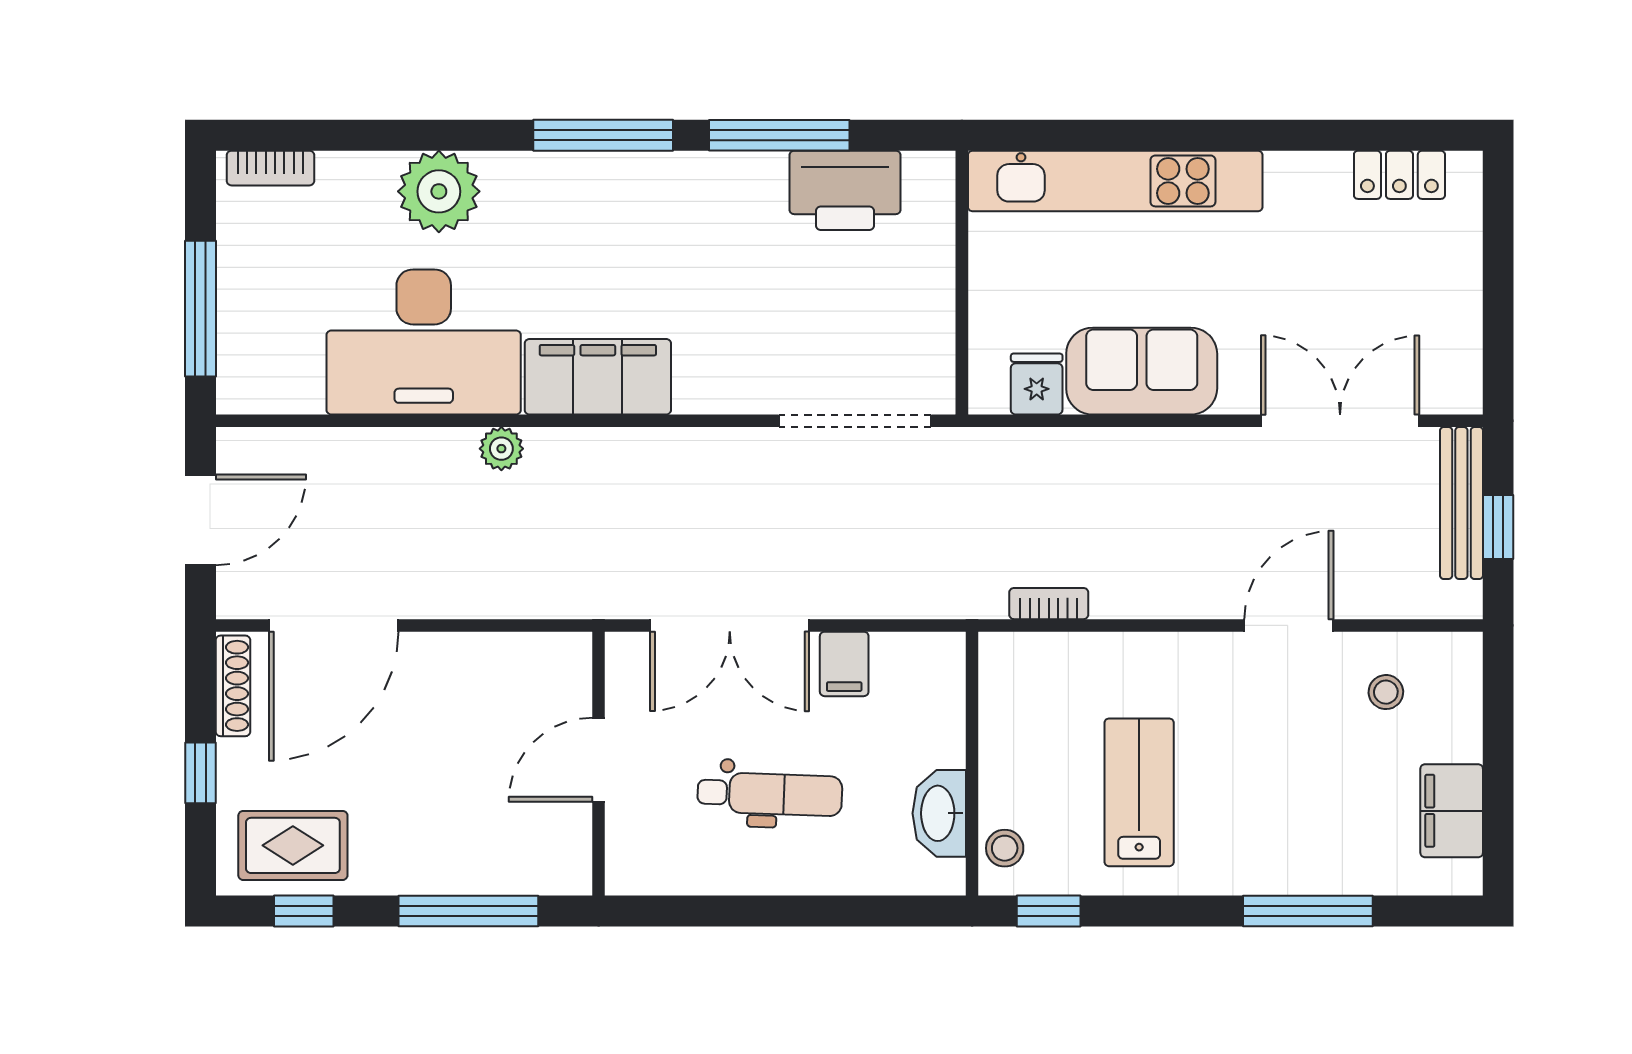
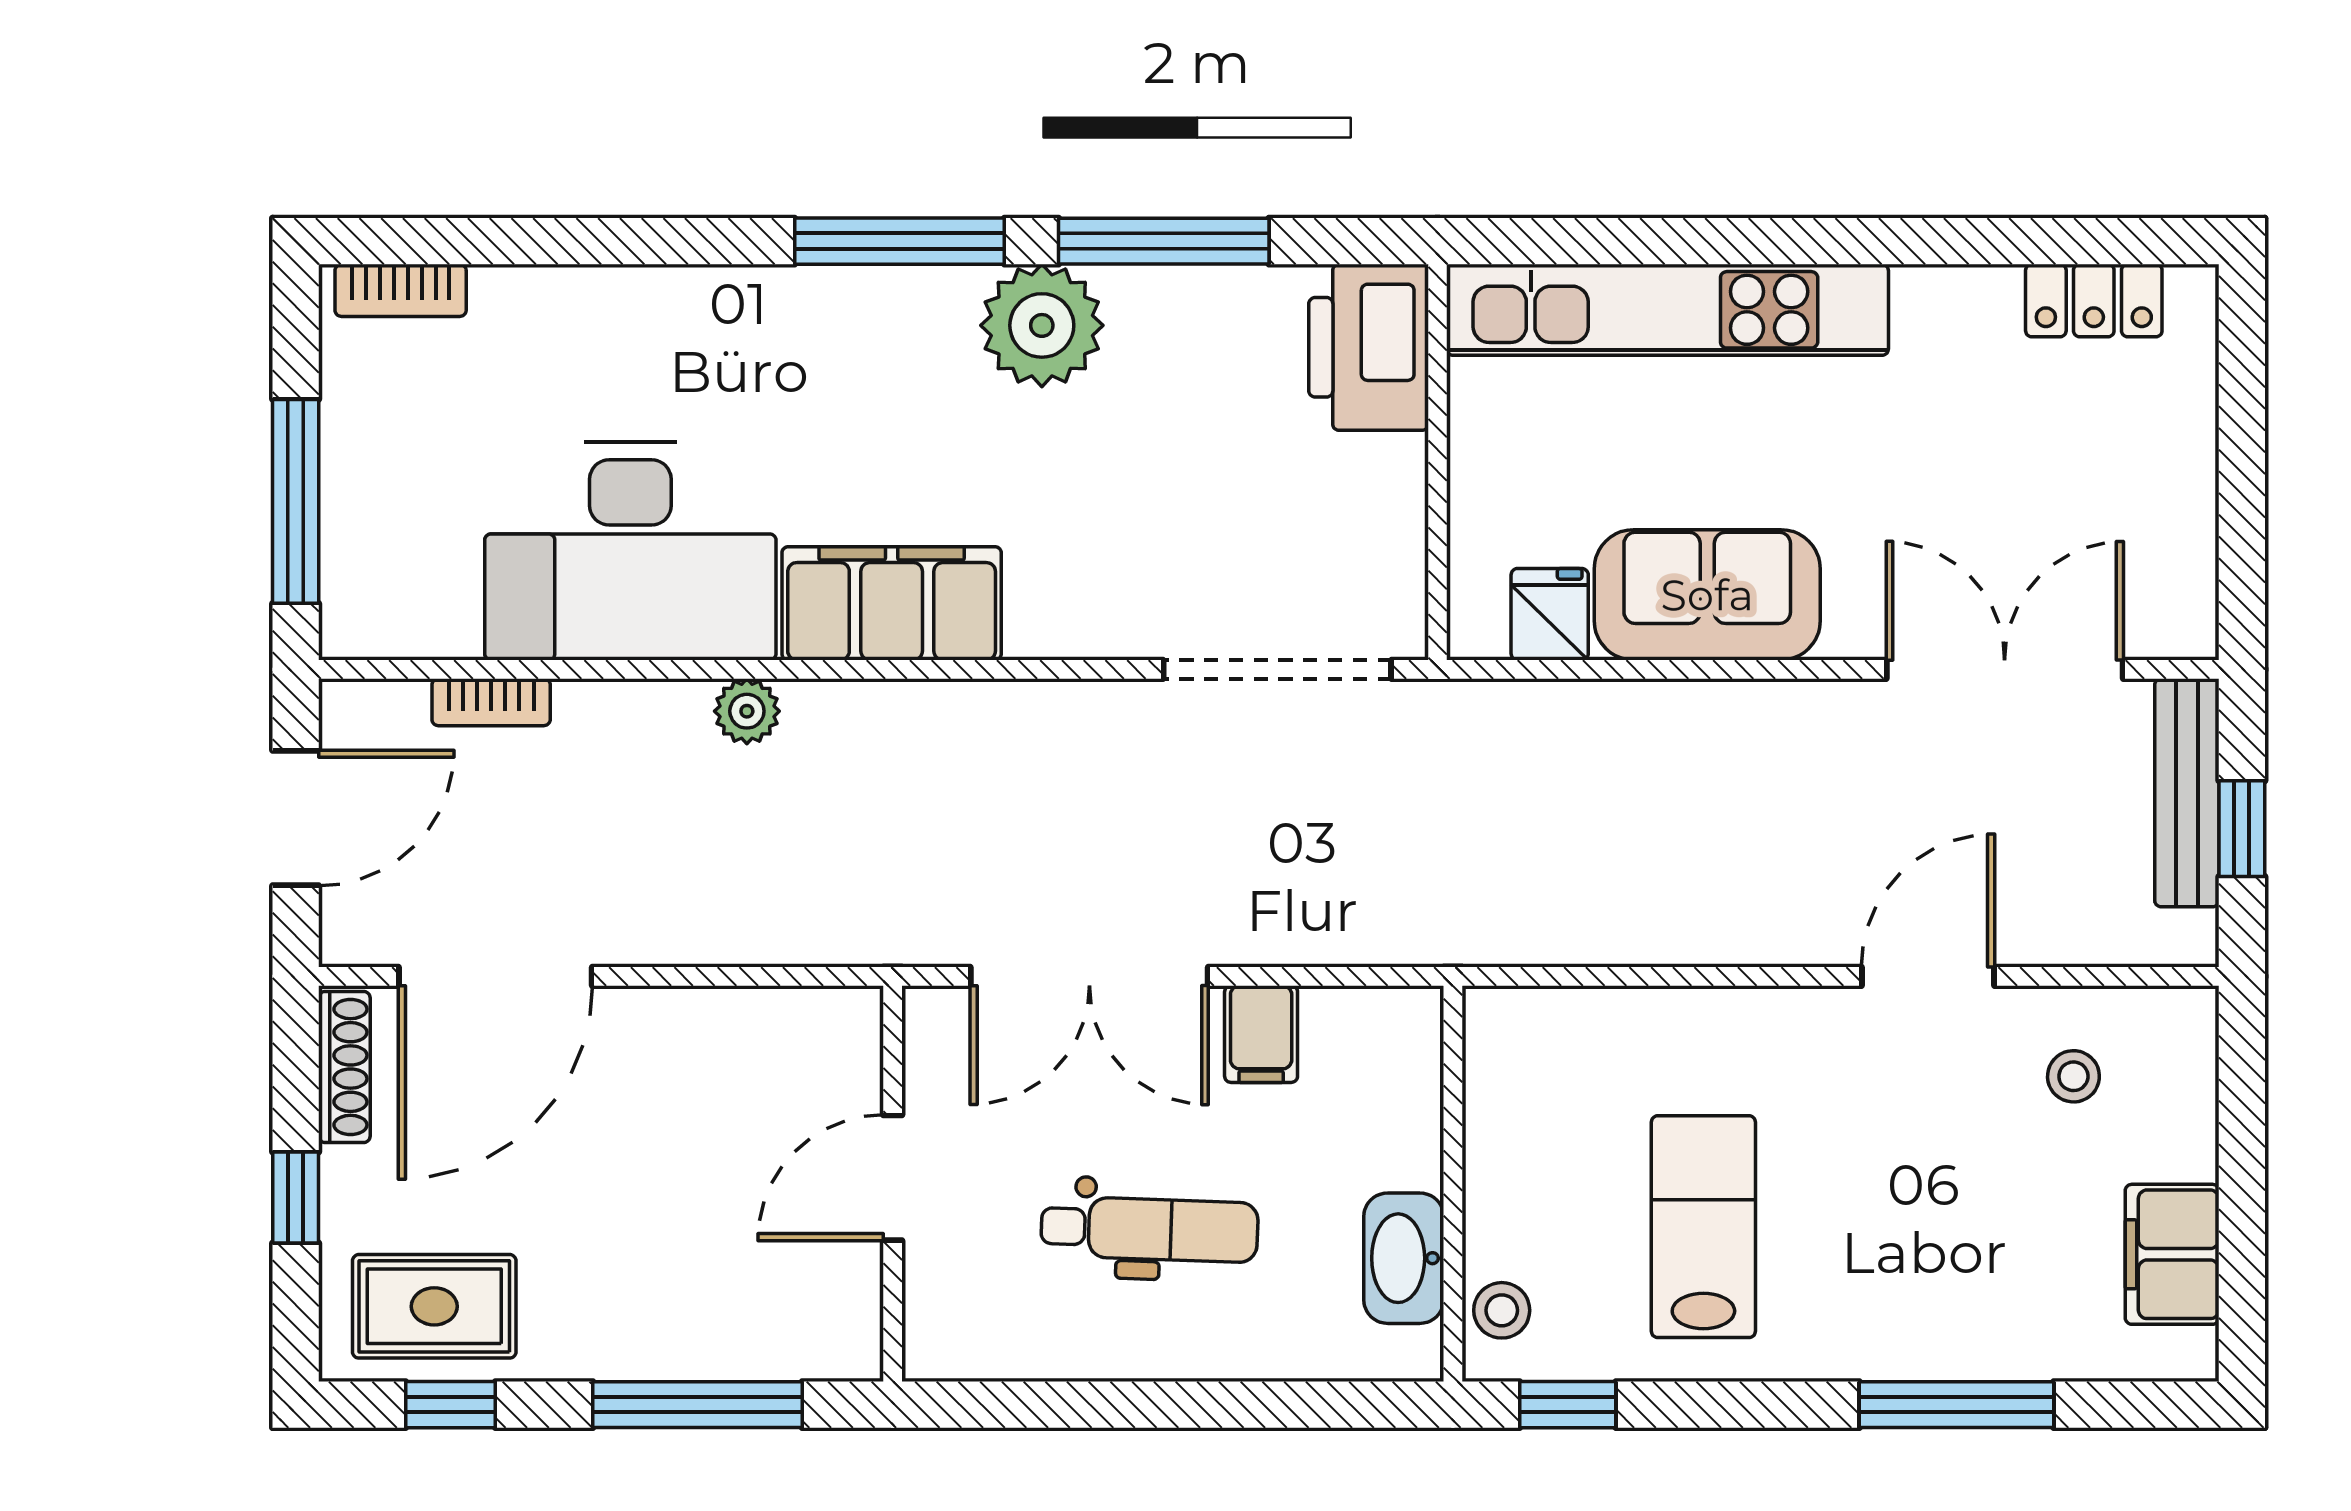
printer: (845, 190) -> (1369, 347), moved, turned 90
plant: (439, 191) -> (1042, 325), moved
bookcase: (1049, 604) -> (491, 702), moved, turned 180

